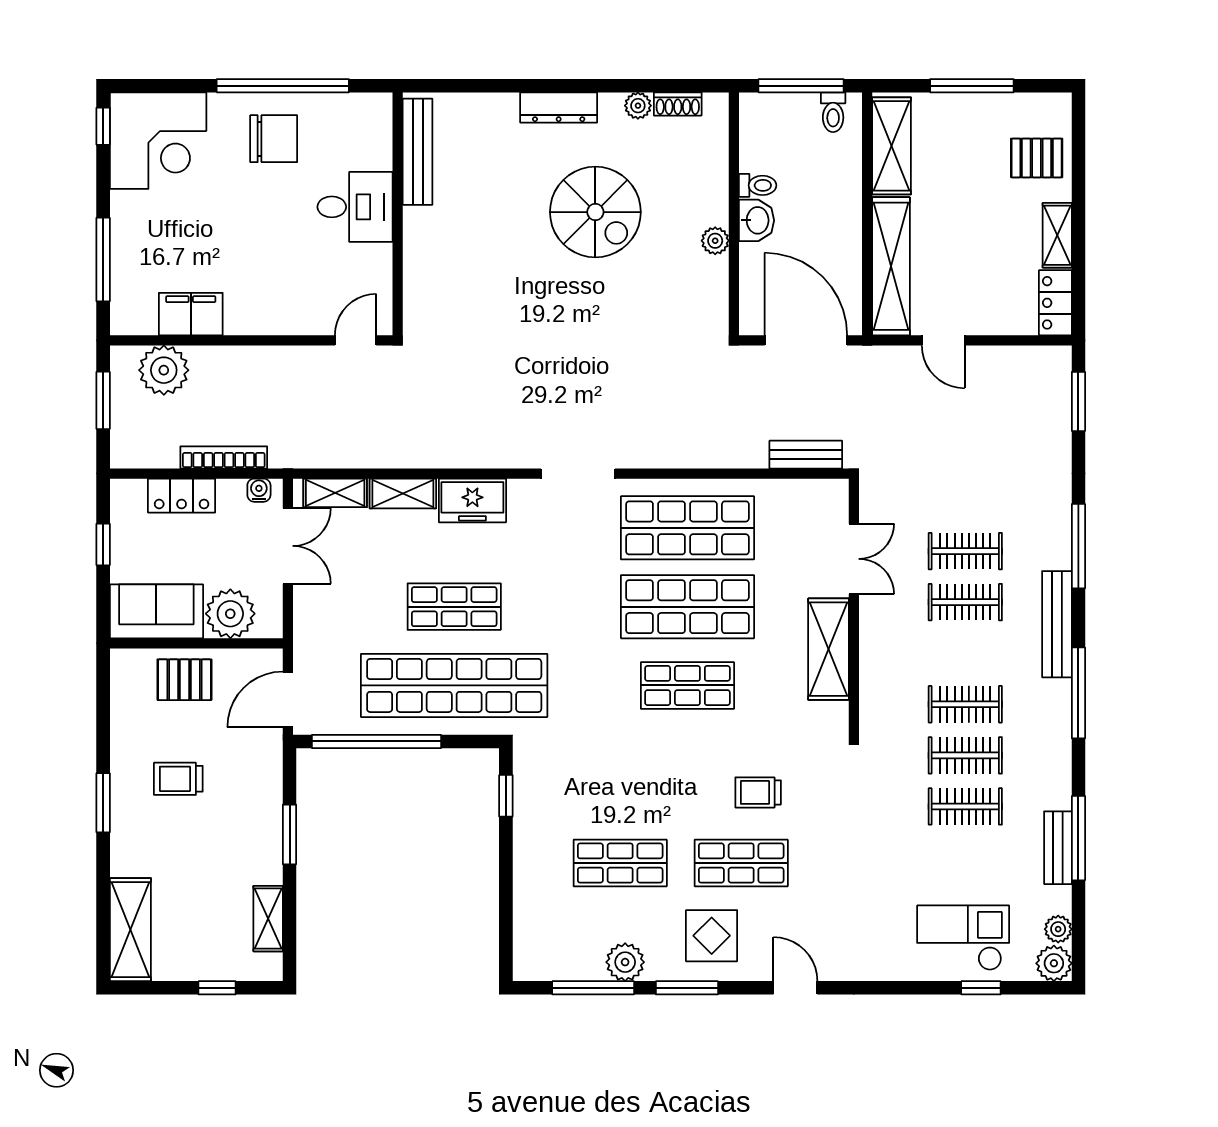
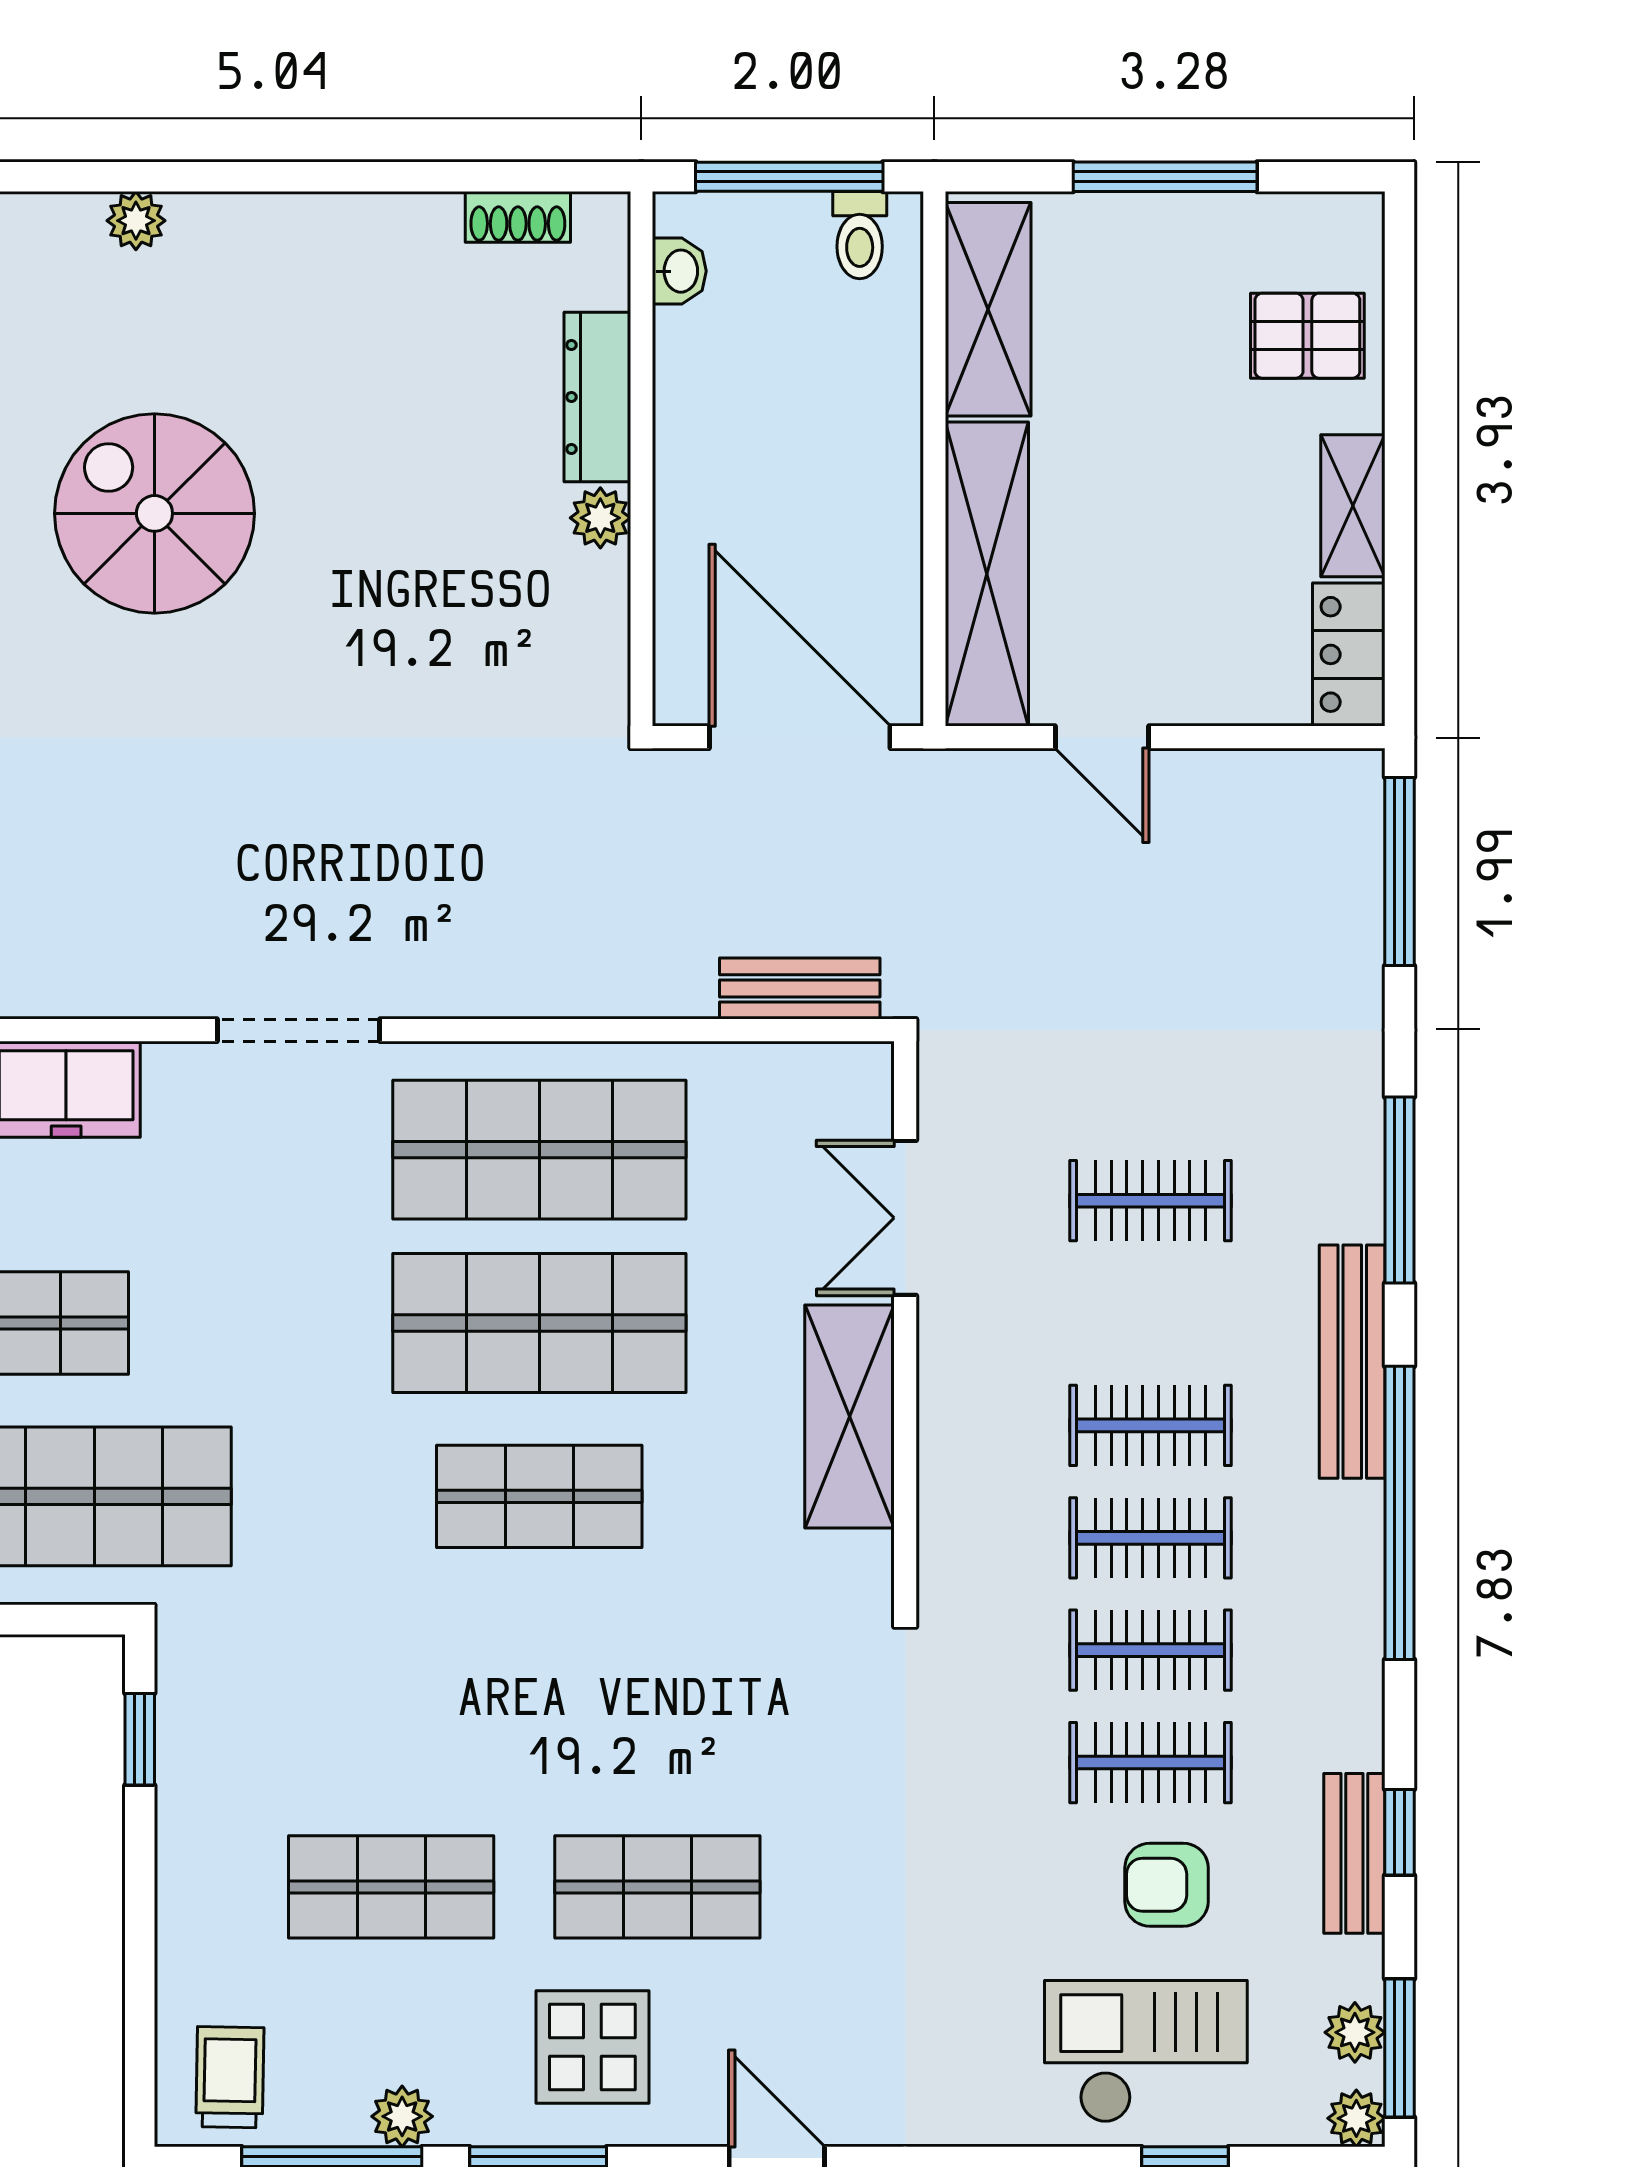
plant: (638, 106) -> (136, 221), moved
dresser: (559, 107) -> (597, 397), moved, turned 90
toilet: (758, 185) -> (694, 396), removed
spiral stairs: (595, 212) -> (154, 513), moved, turned 180
washbasin: (757, 220) -> (679, 271), moved, width x0.72, depth x0.69
window: (1078, 401) -> (1400, 871), width x1.44
double door: (854, 559) -> (905, 1218), swing flipped
clothes rail: (965, 602) -> (1151, 1425), moved
window: (1078, 693) -> (1400, 1513), width x1.46
trolley: (758, 792) -> (230, 2077), moved, turned 91
window: (1078, 838) -> (1400, 1832), width x0.46
armchair: (973, 862) -> (1167, 1885), added
window: (1078, 936) -> (1400, 2048), added
plant: (625, 962) -> (402, 2116), width x0.73, depth x0.73
plant: (1054, 963) -> (1356, 2118), width x0.73, depth x0.73

